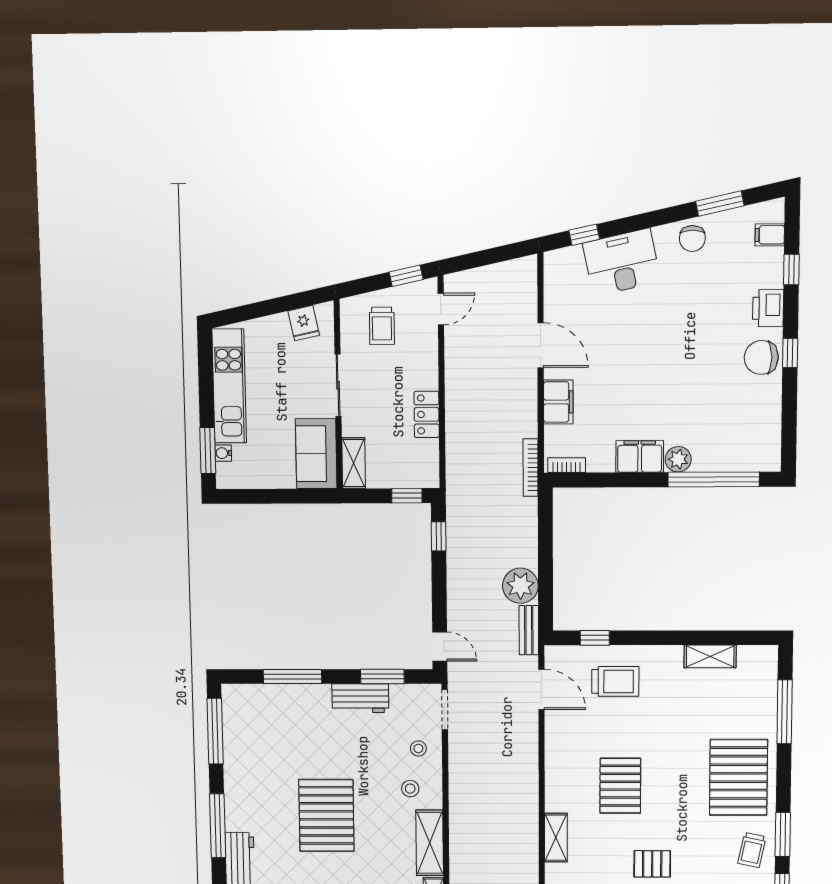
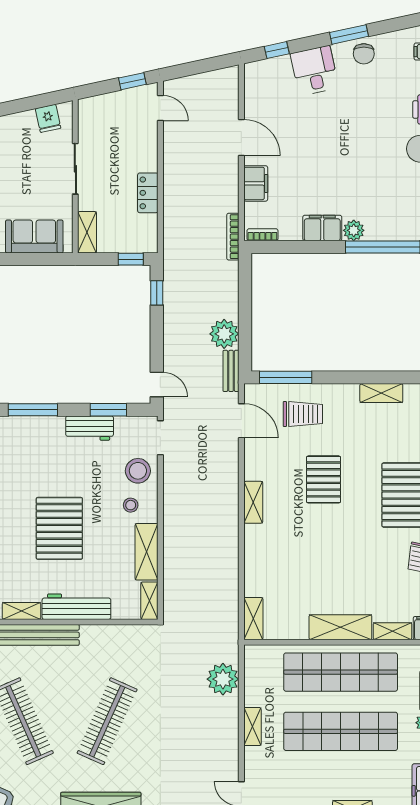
window: (720, 203) -> (349, 34), moved
desk: (622, 262) -> (314, 71), width x0.73
door: (441, 309) -> (160, 108), hinge flipped
trolley: (382, 326) -> (112, 121), removed
sofa: (316, 454) -> (34, 236), moved, turned 90
window: (595, 638) -> (286, 377), width x2.17
stool: (418, 748) -> (138, 471), width x1.89, depth x1.89
pallet: (620, 786) -> (324, 479), moved
shelving: (556, 838) -> (253, 502), moved
pallet: (652, 864) -> (334, 569), removed

